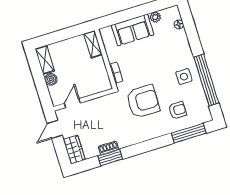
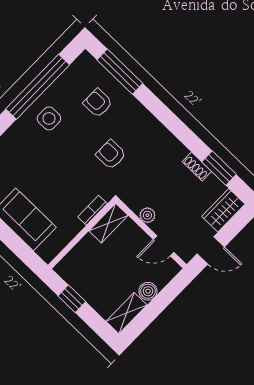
window: (71, 32) -> (72, 299), added
shelving: (93, 44) -> (109, 223), moved
armchair: (143, 101) -> (111, 155), width x0.53, depth x0.53
plant: (96, 103) -> (147, 215), added
window: (110, 158) -> (219, 168), moved

